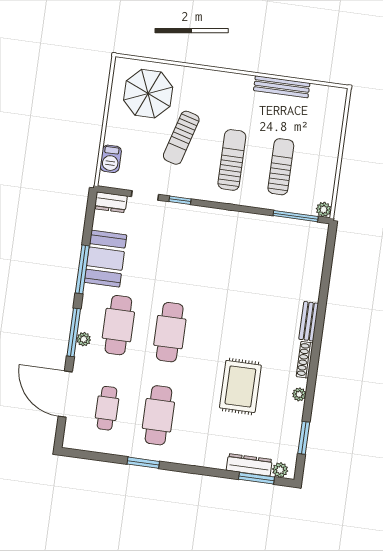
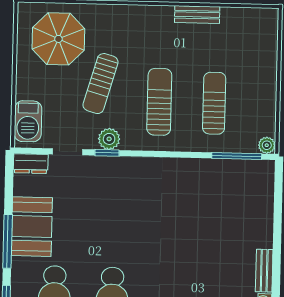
bench: (282, 87) -> (197, 15), width x0.73
barbecue: (111, 159) -> (28, 121), width x1.38, depth x1.27
plant: (183, 188) -> (109, 139), added

